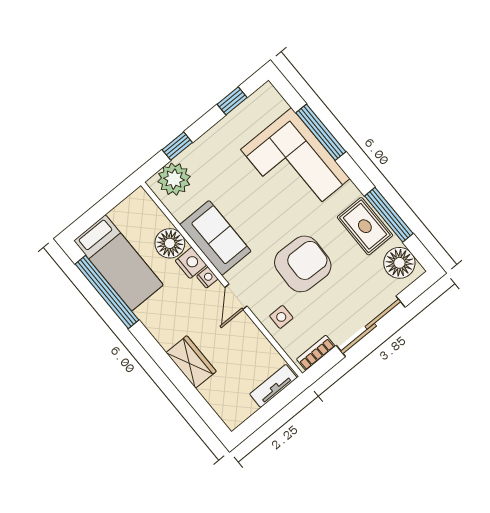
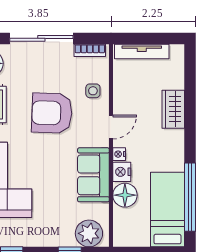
tv unit: (273, 386) -> (142, 51), width x1.41

